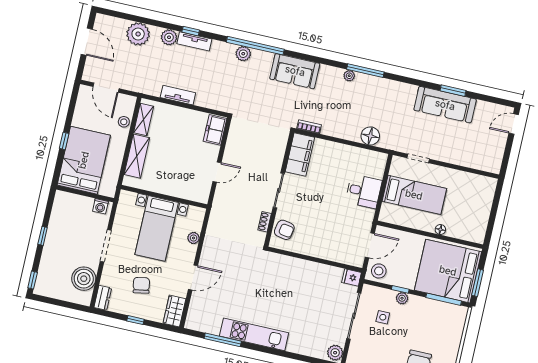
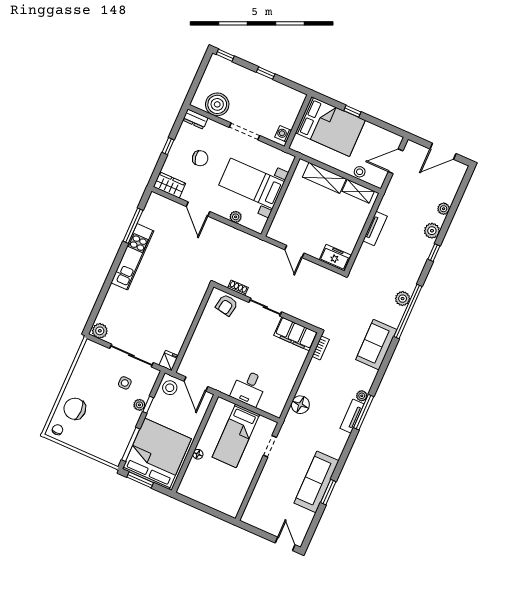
plant: (138, 34) -> (444, 209), width x0.53, depth x0.53
tv unit: (194, 41) -> (352, 416), moved

